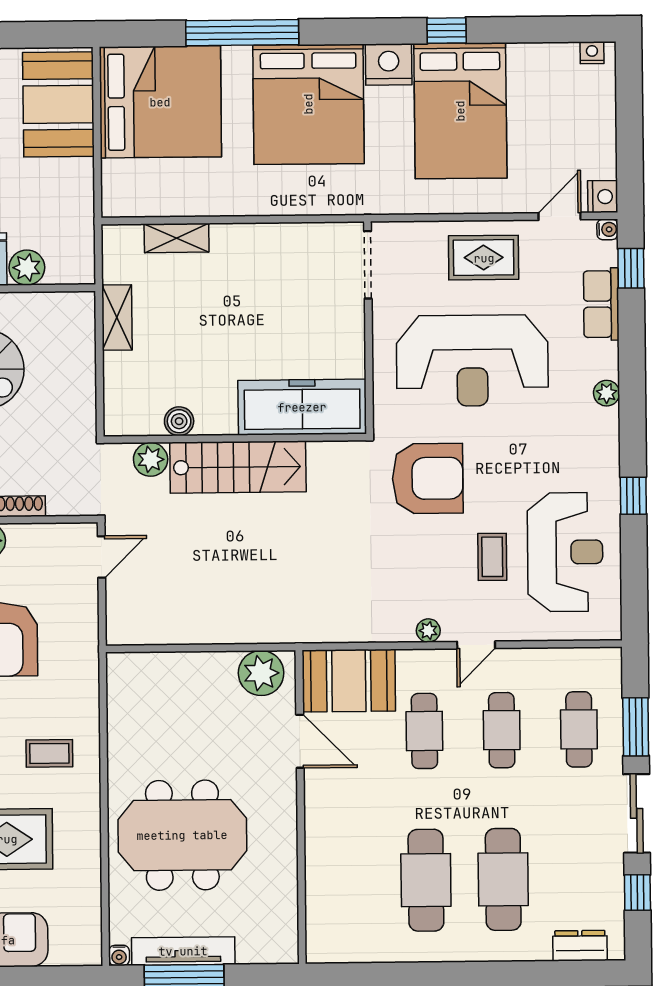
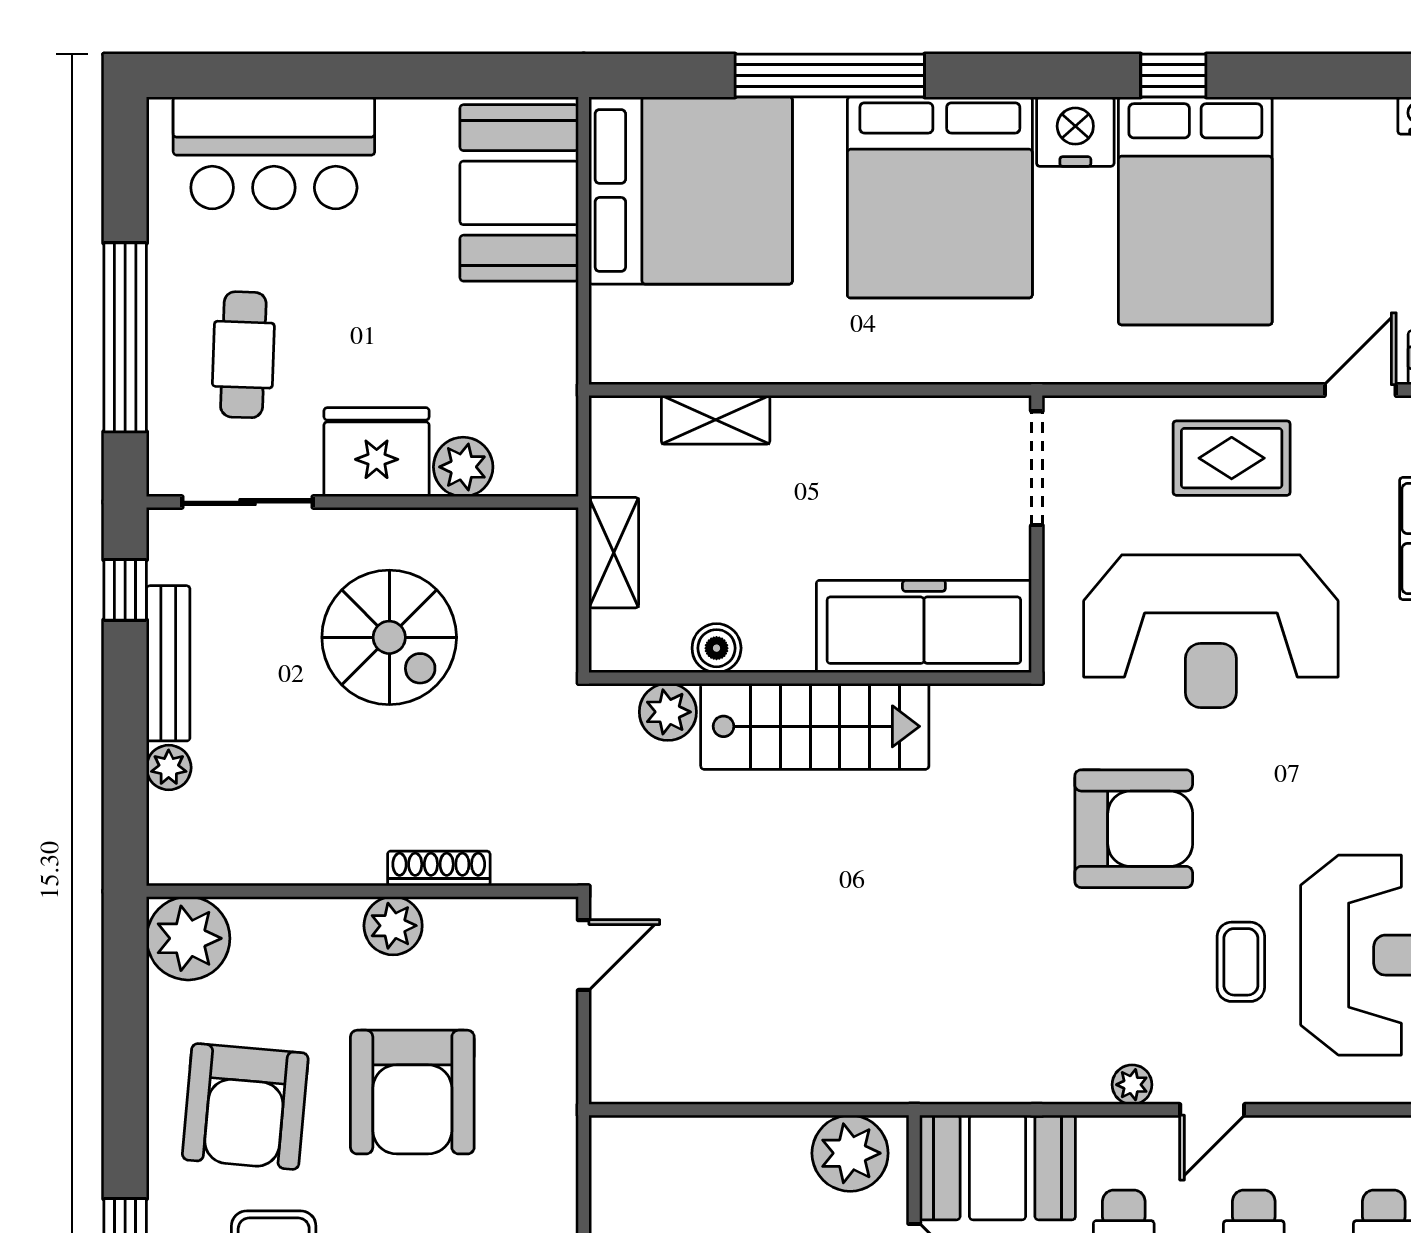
freezer: (302, 407) -> (924, 626), moved
boiler: (179, 421) -> (717, 648), moved
wall: (235, 438) -> (810, 678), moved
plant: (151, 459) -> (668, 712), moved
stairs: (238, 467) -> (815, 726), moved

